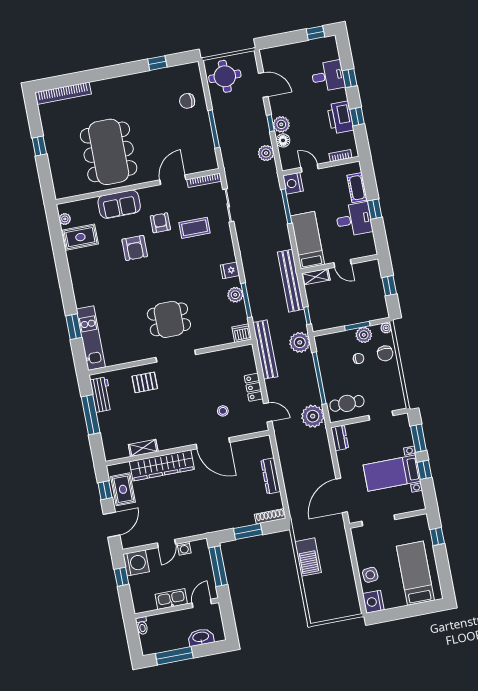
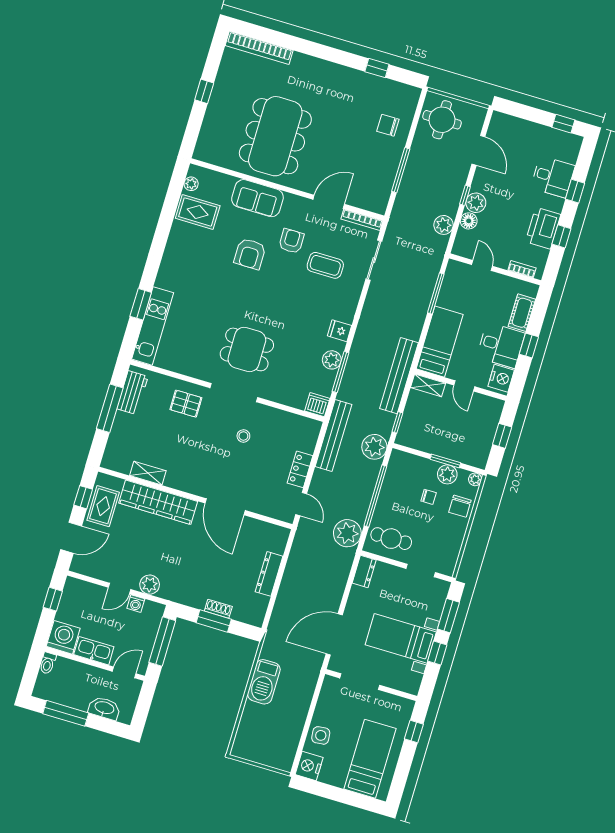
nightstand: (293, 183) -> (501, 378), moved, turned 180
stool: (223, 411) -> (243, 436), moved
shoe rack: (270, 516) -> (218, 609), moved, width x0.70
plant: (187, 529) -> (150, 585), added
washing machine: (136, 563) -> (63, 637), moved, turned -90

